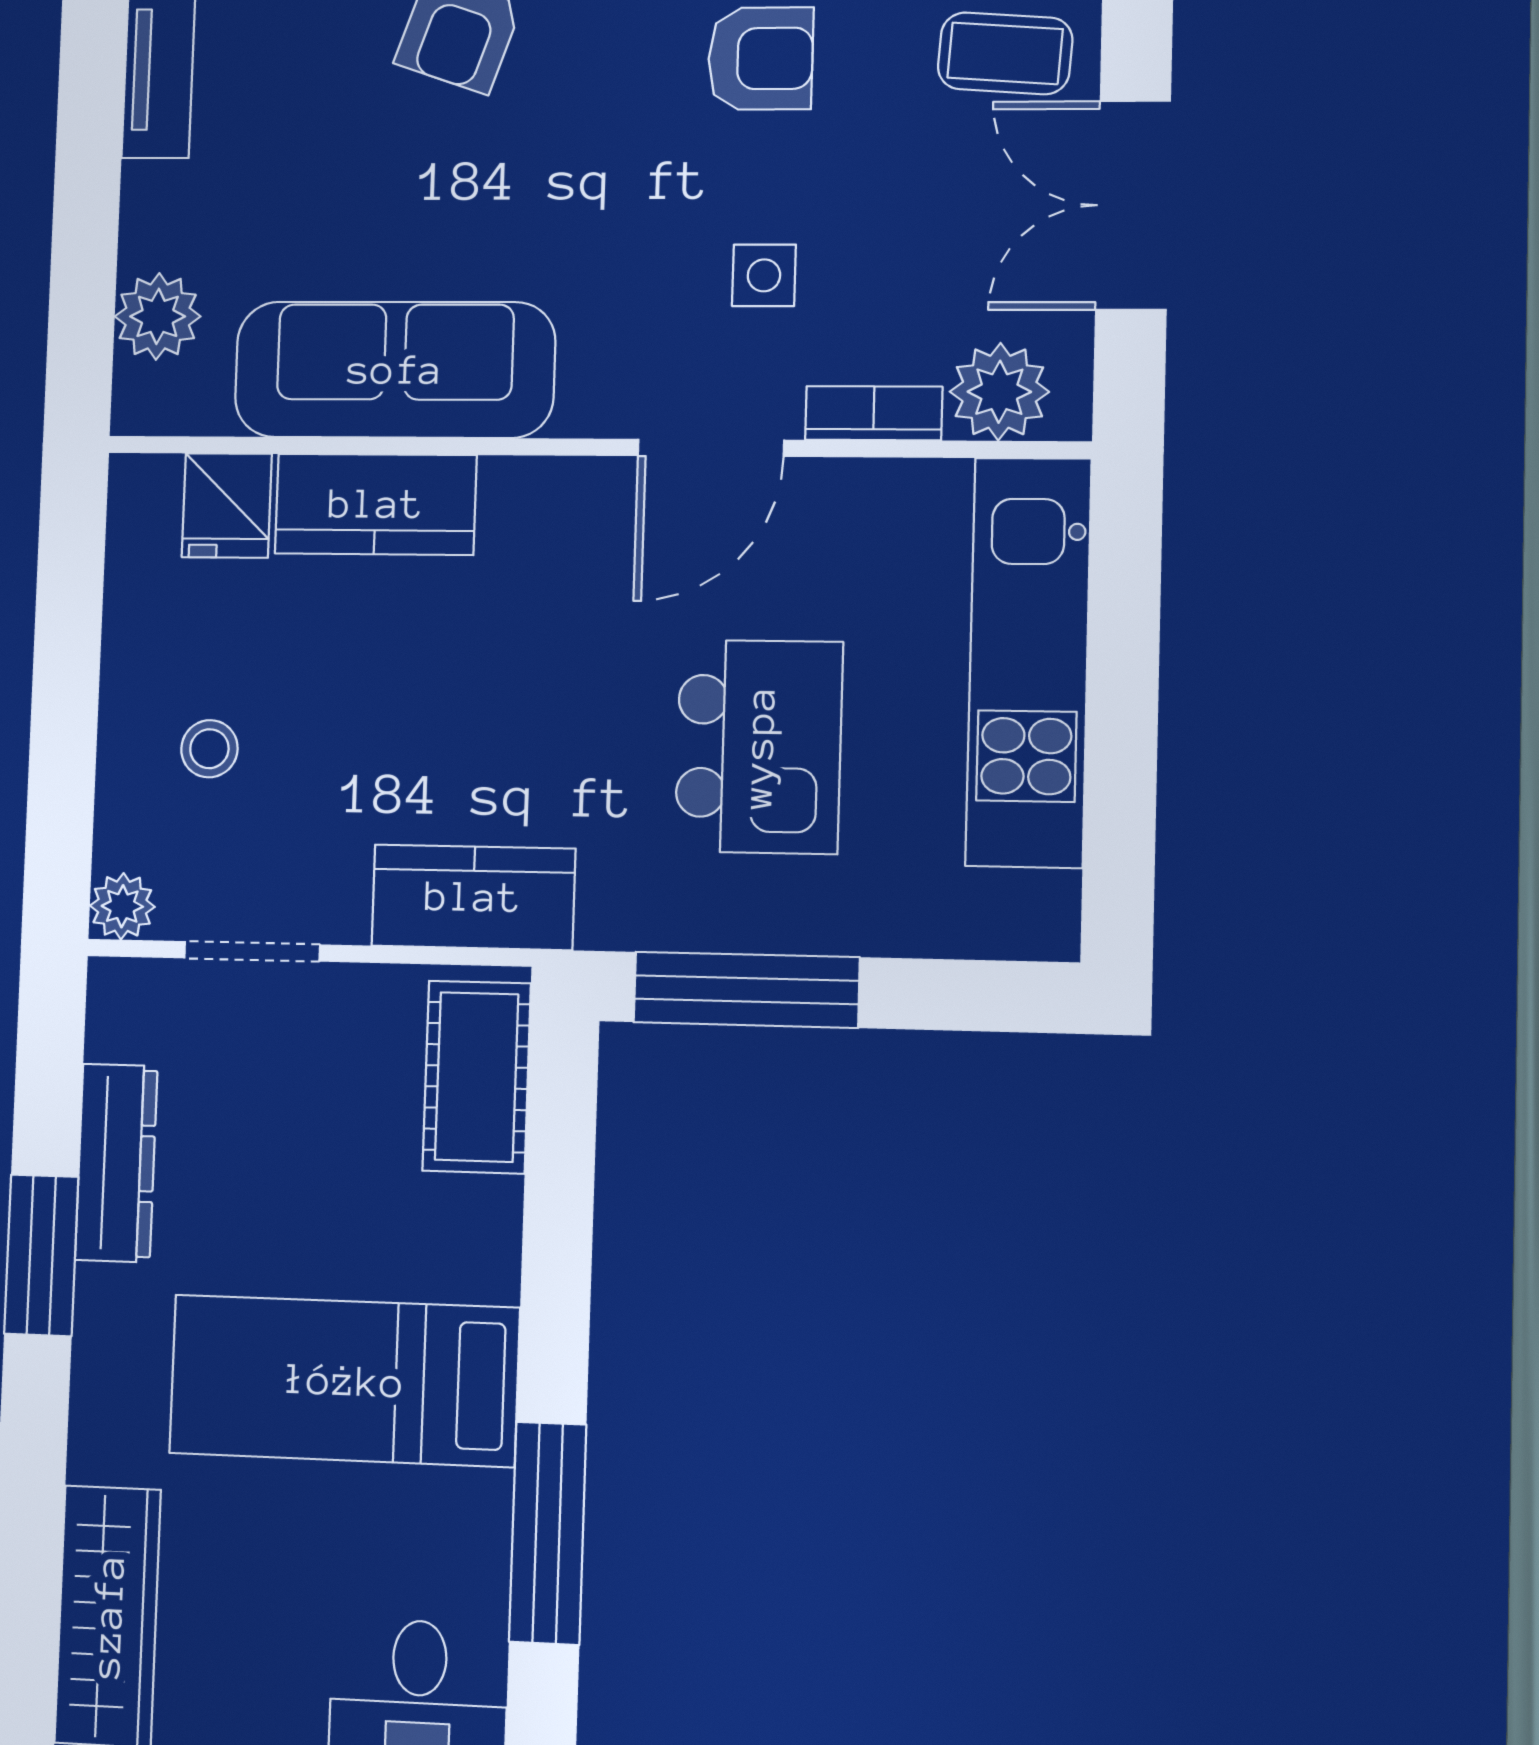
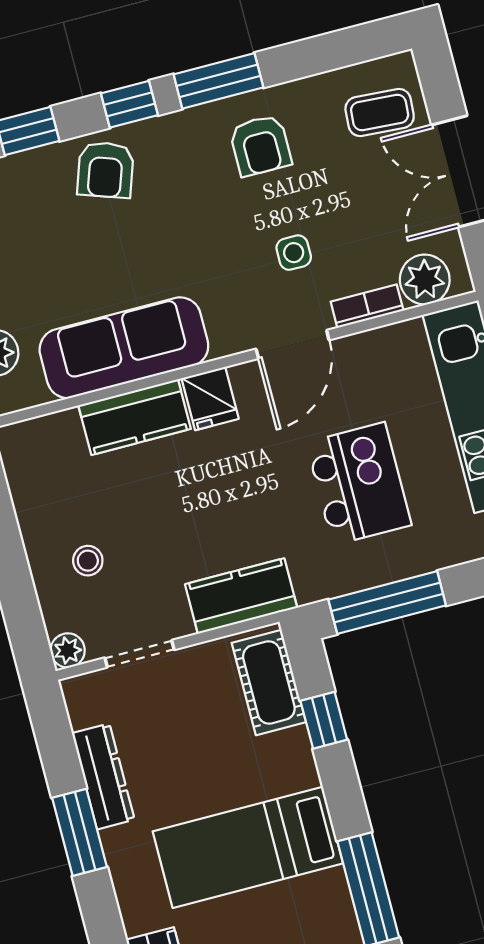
armchair: (760, 59) -> (260, 145), turned 90
fridge: (227, 505) -> (210, 398), moved
window: (559, 1180) -> (324, 720), added

